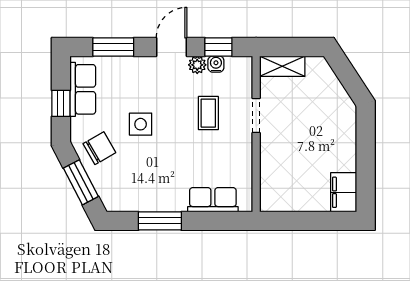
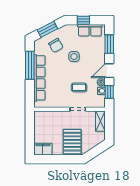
door: (172, 47) -> (109, 71), swing flipped
pallet: (327, 128) -> (72, 142), added
chair: (99, 148) -> (56, 45), moved
row of seats: (213, 200) -> (39, 78), width x2.02
window: (160, 221) -> (30, 65), width x1.44

